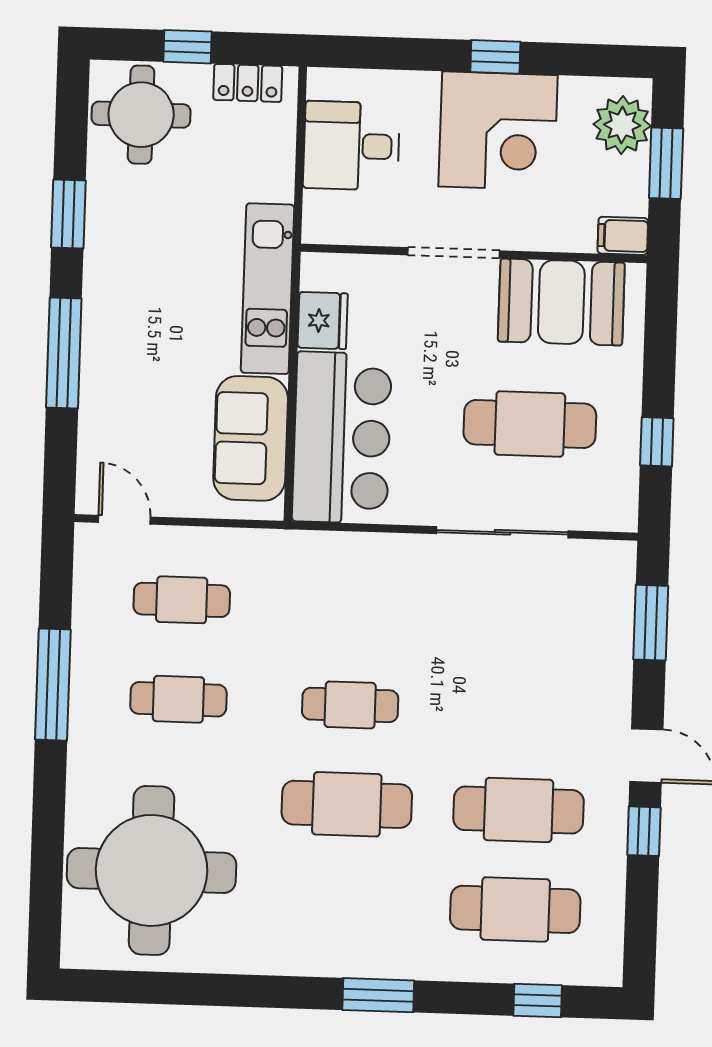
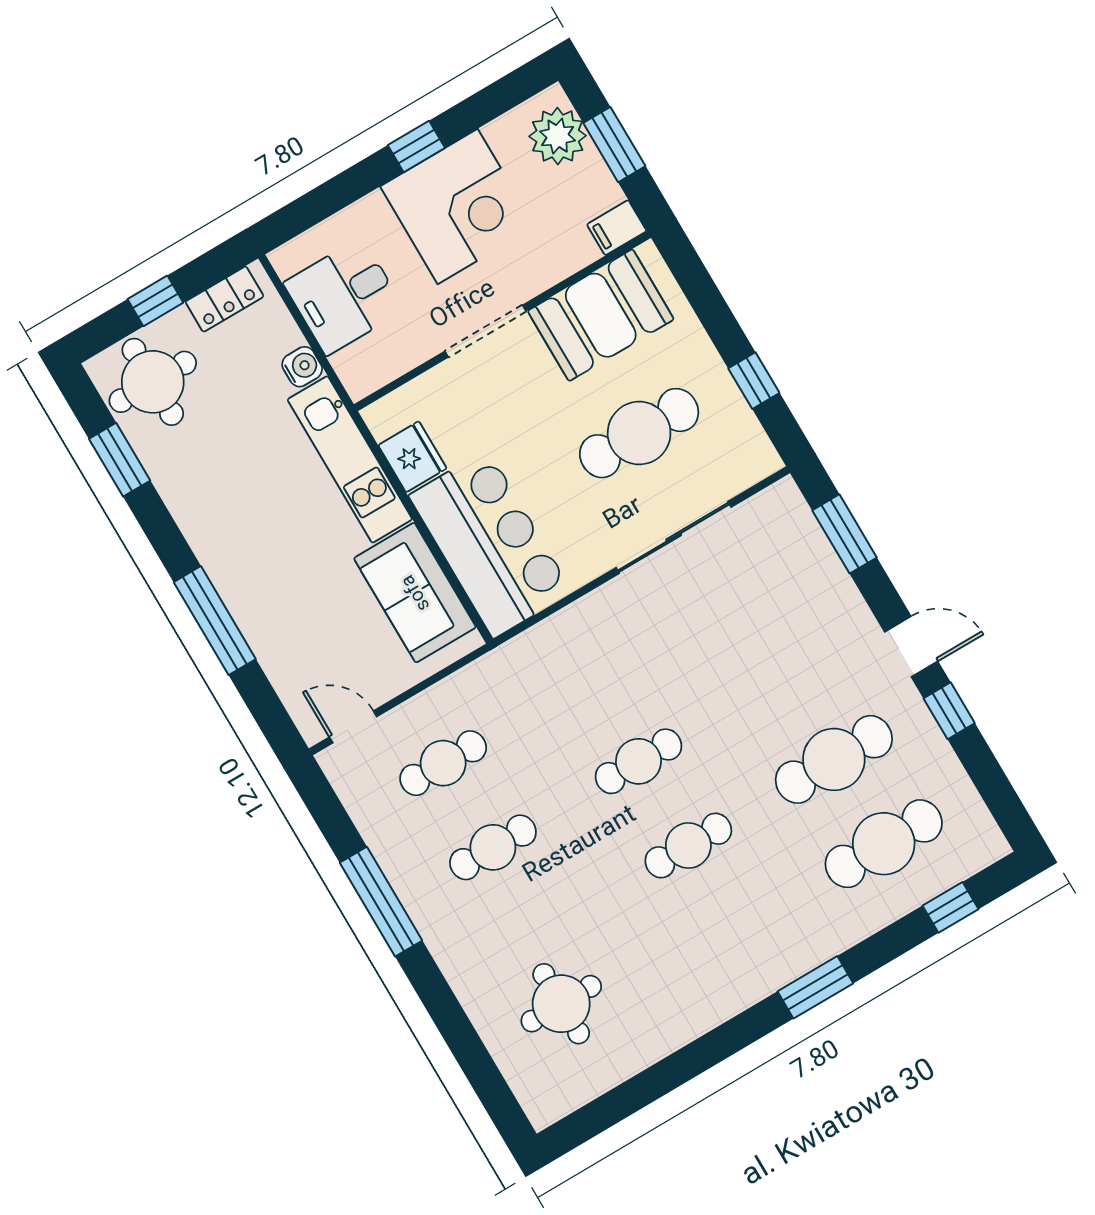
water cooler: (277, 183) -> (302, 367), added
window: (68, 214) -> (120, 460), moved
cafe table: (347, 804) -> (688, 846), width x0.73, depth x0.74
round table: (152, 870) -> (561, 1004), width x0.54, depth x0.54

